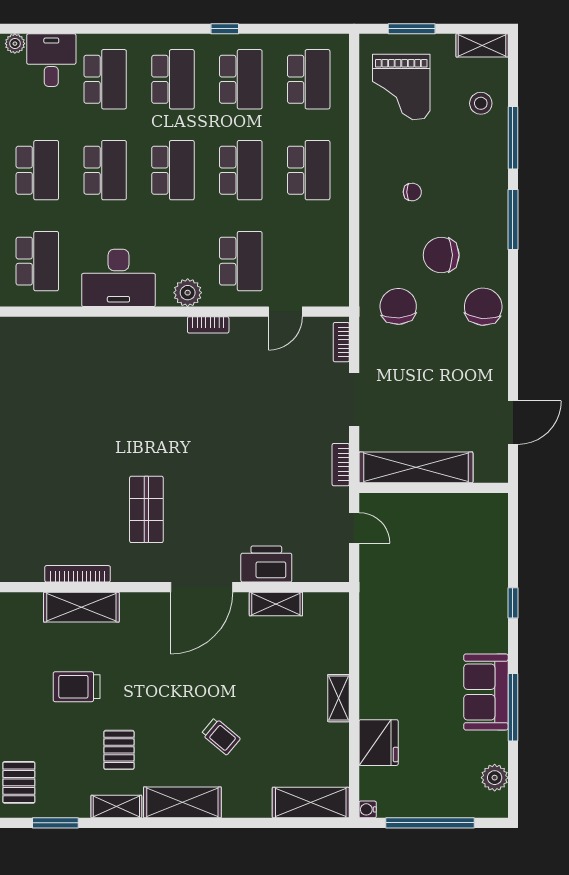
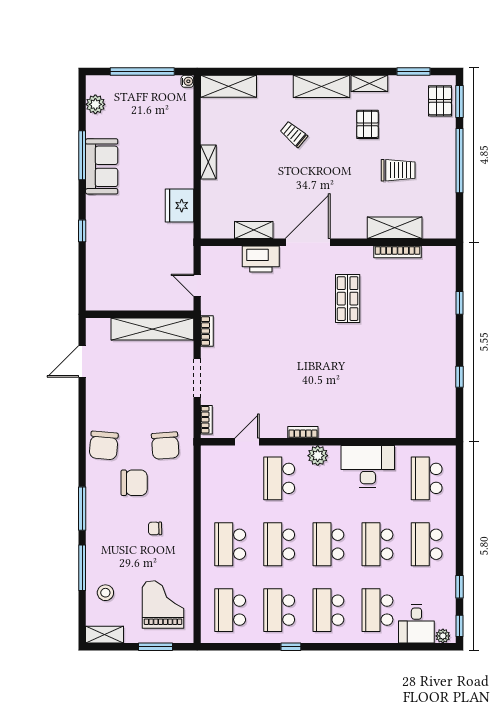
fridge: (379, 743) -> (179, 206), moved

